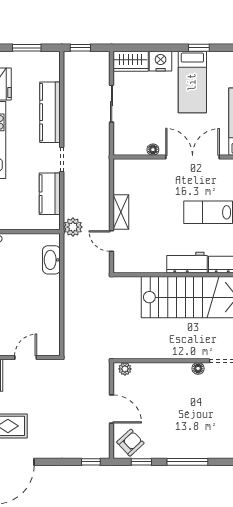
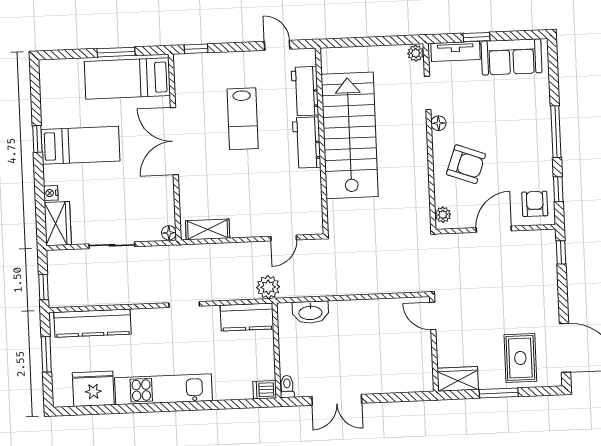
nightstand: (161, 61) -> (51, 193), width x0.53, depth x0.56
kitchen counter: (50, 112) -> (93, 323), moved
floor lamp: (153, 150) -> (169, 233), moved
kitchen counter: (50, 194) -> (247, 317), moved
shelving: (121, 212) -> (208, 229), moved
door: (26, 358) -> (433, 316), moved
armchair: (164, 389) -> (466, 164), added
armchair: (130, 443) -> (535, 204), turned 43

